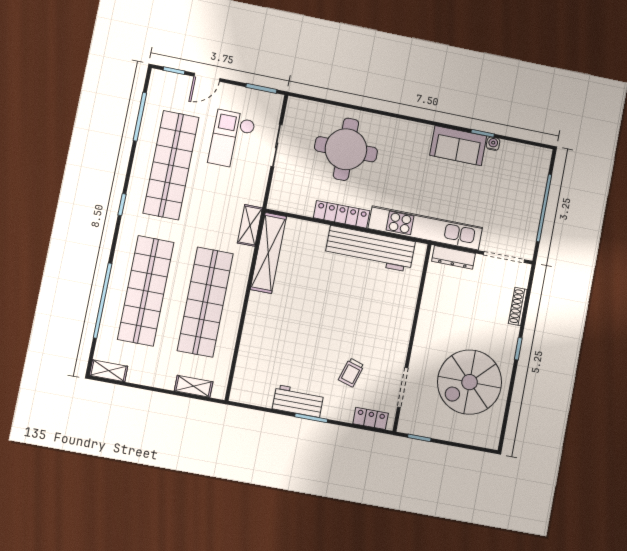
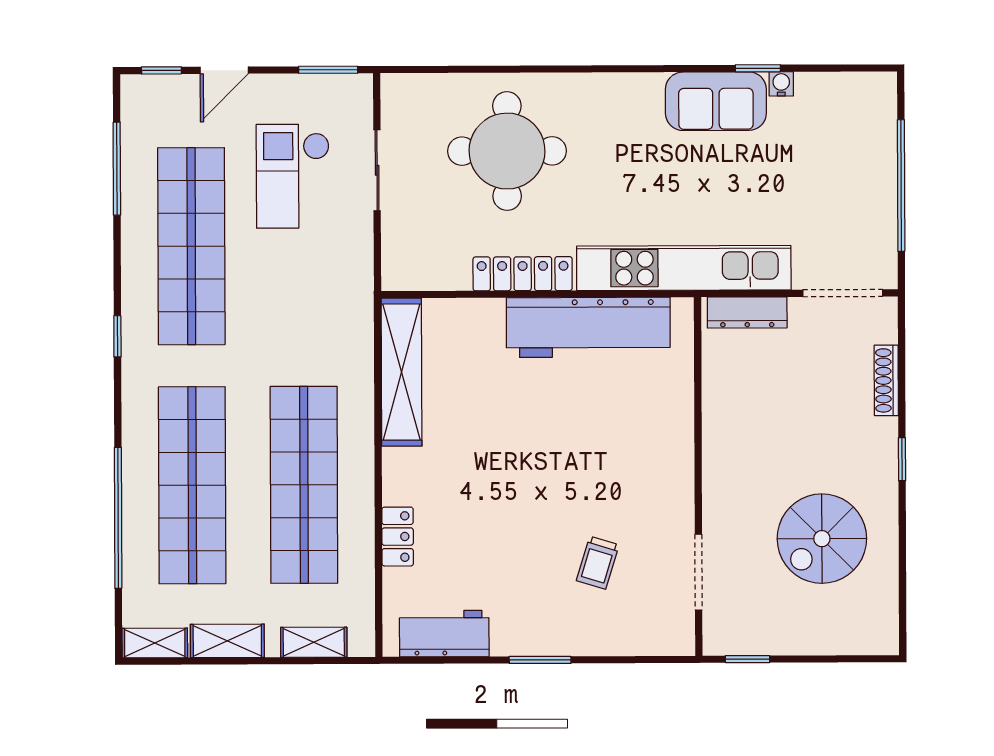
shelving: (250, 225) -> (227, 641), moved, turned 90
spiral stairs: (470, 382) -> (822, 539), width x0.73, depth x0.73
workbench: (298, 401) -> (444, 634), moved
locker: (371, 418) -> (398, 537), moved, turned 90

